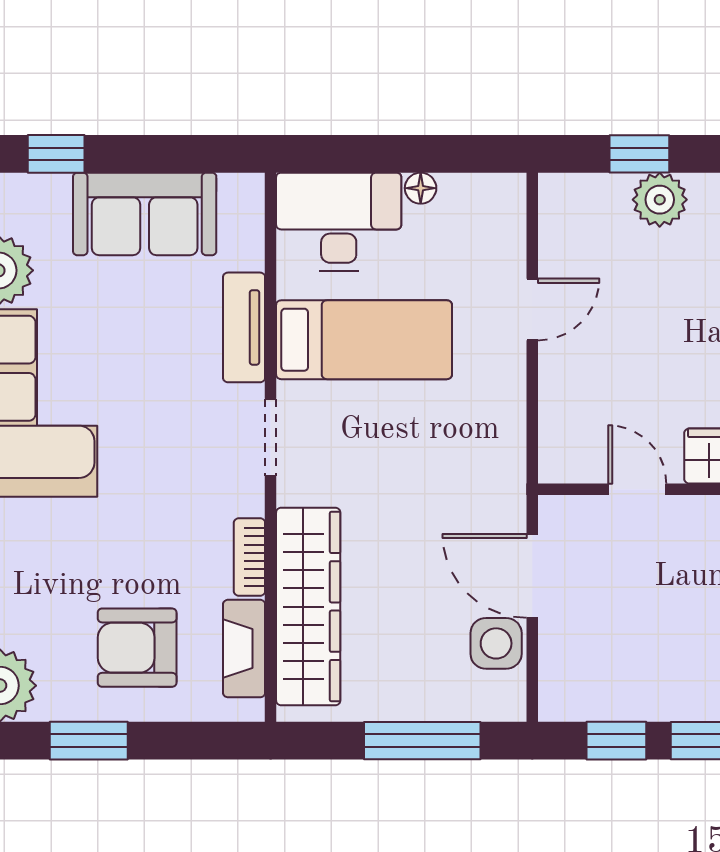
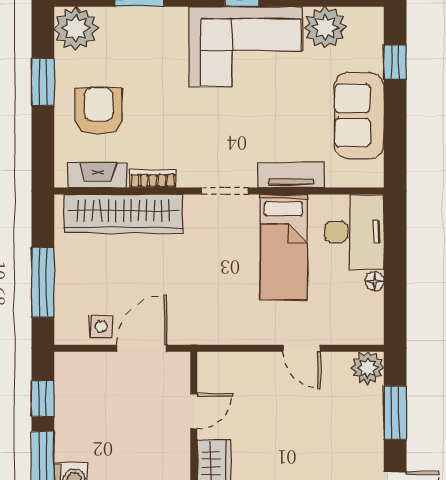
window: (639, 154) -> (395, 413), width x1.50
plant: (660, 200) -> (368, 368), moved
side table: (496, 643) -> (101, 326), width x0.73, depth x0.73

